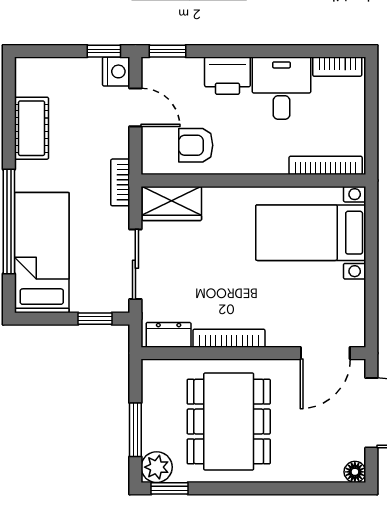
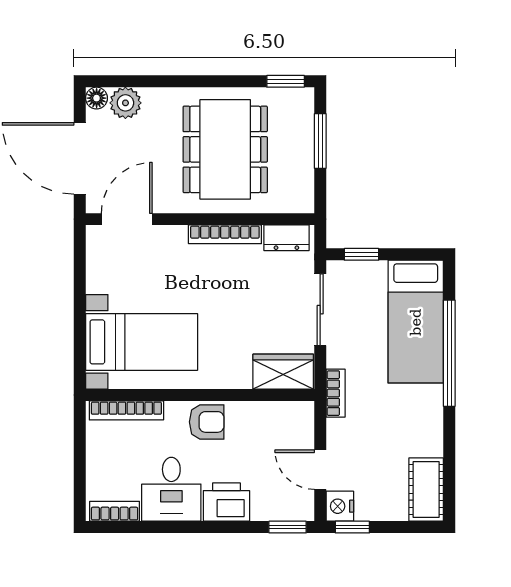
cot: (32, 128) -> (426, 489), moved
armchair: (196, 145) -> (207, 422), moved
plant: (157, 467) -> (125, 103), moved

